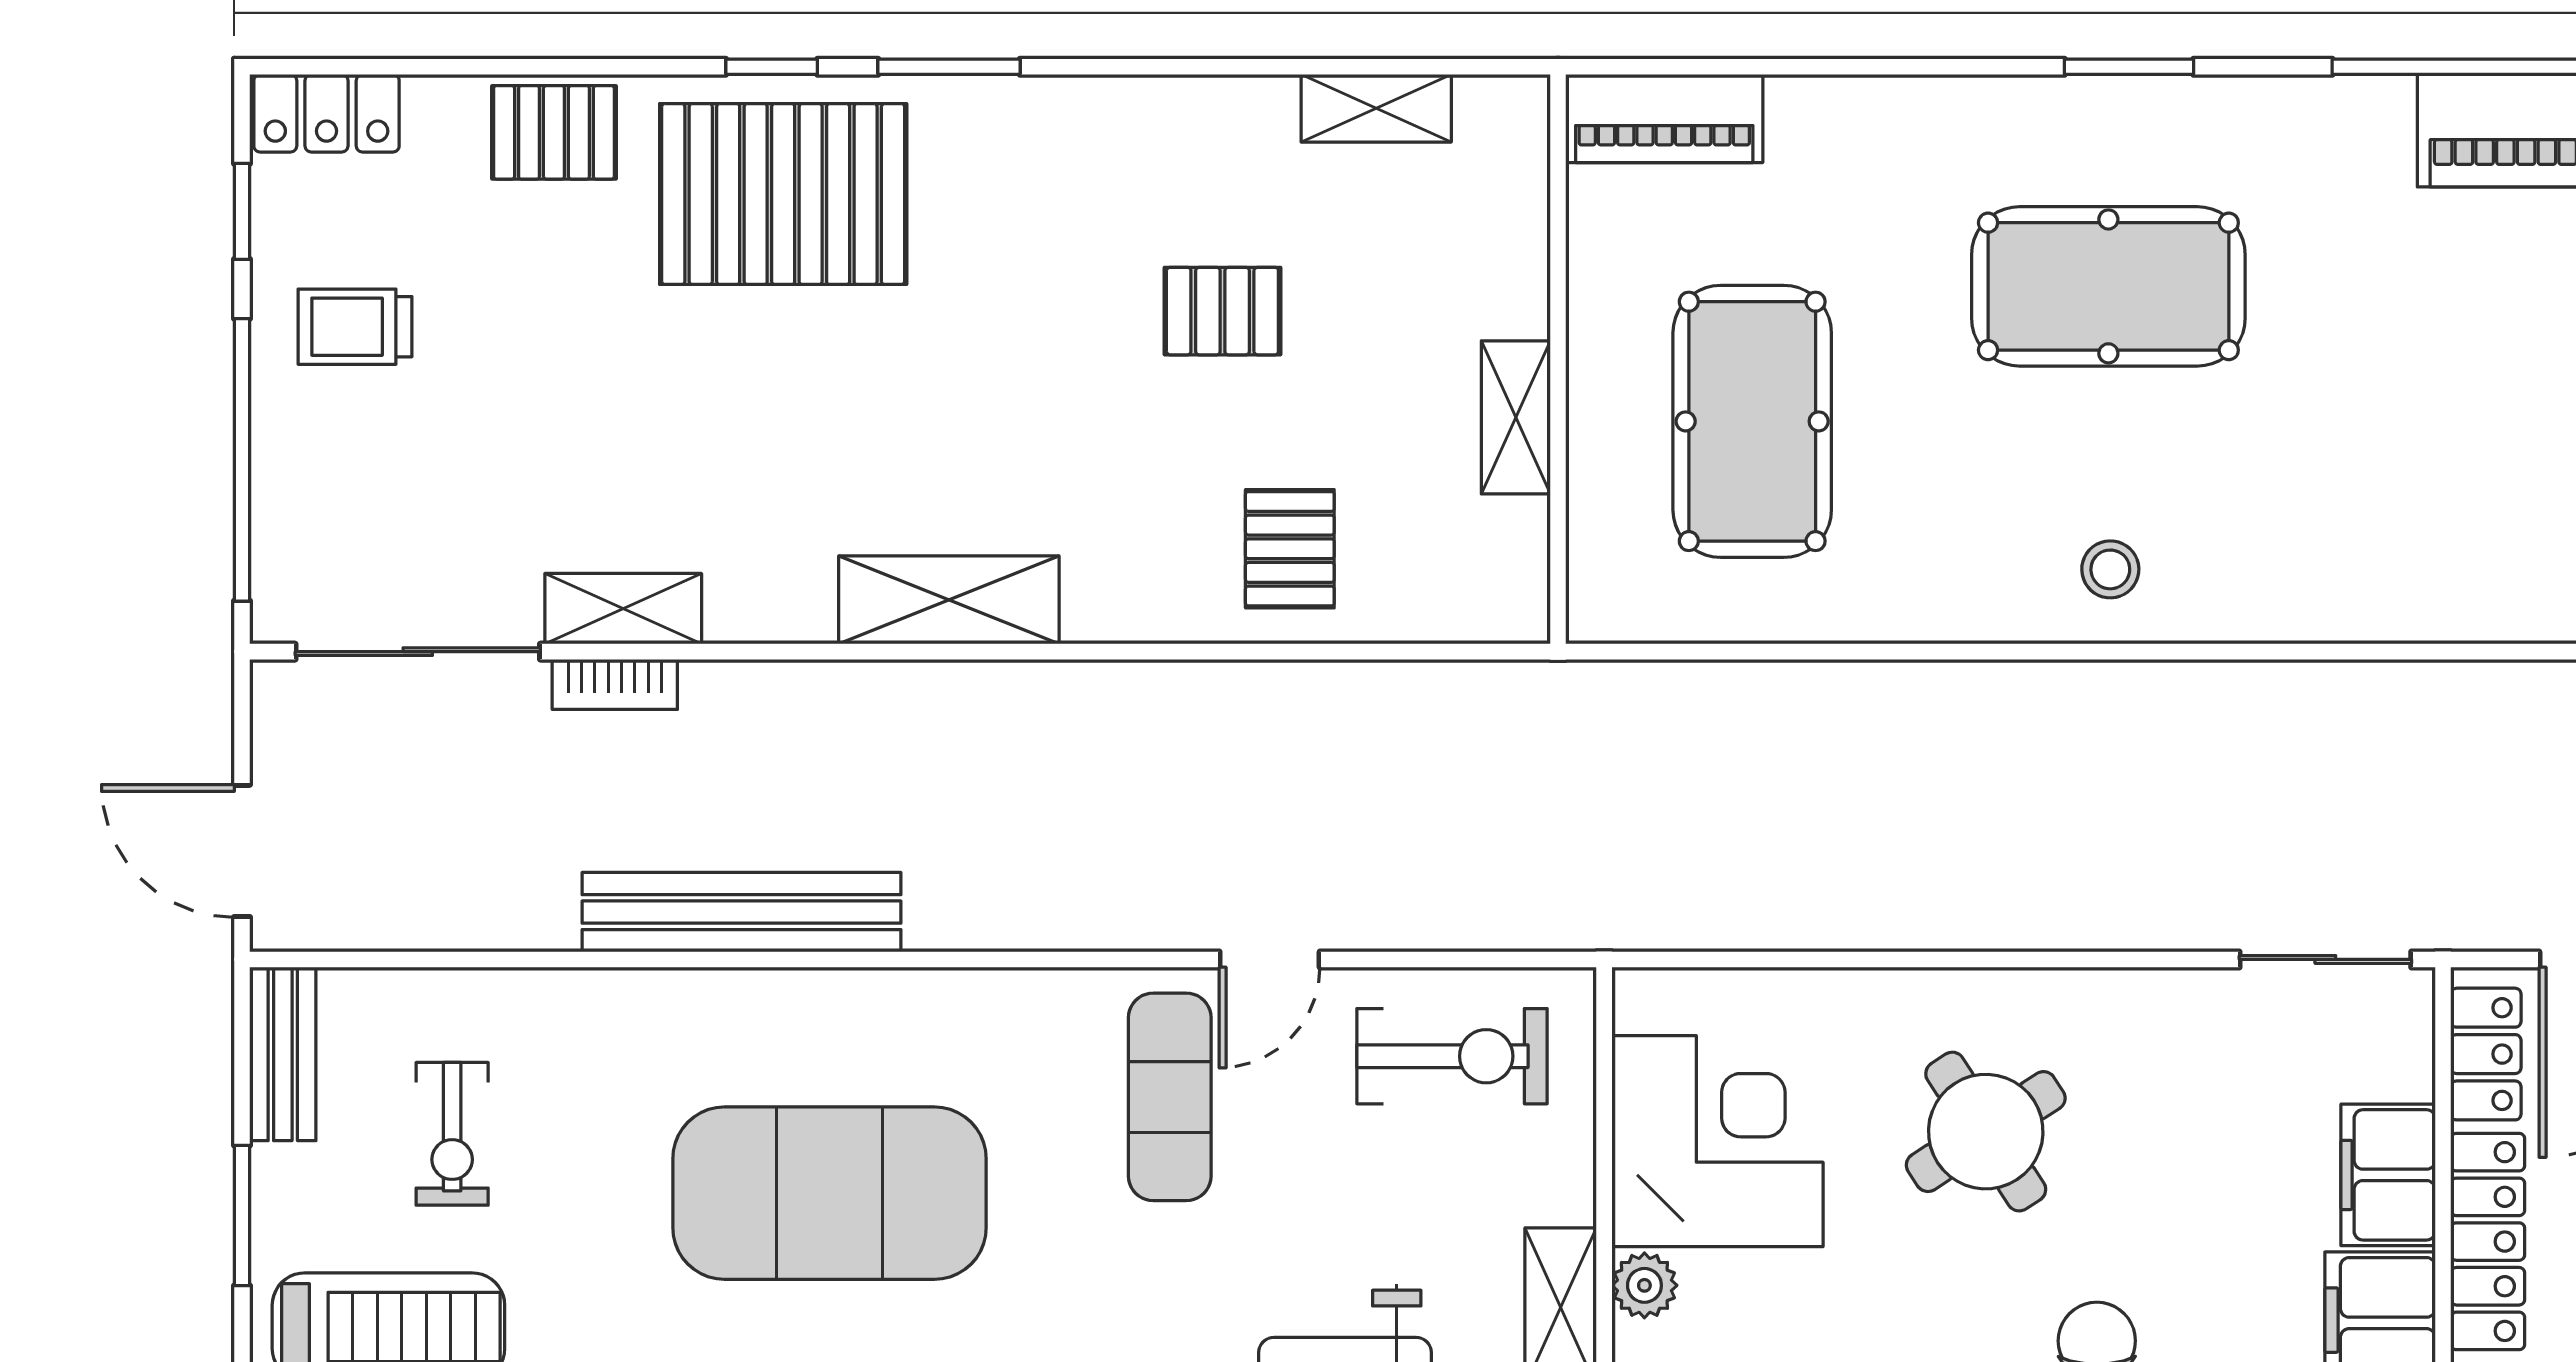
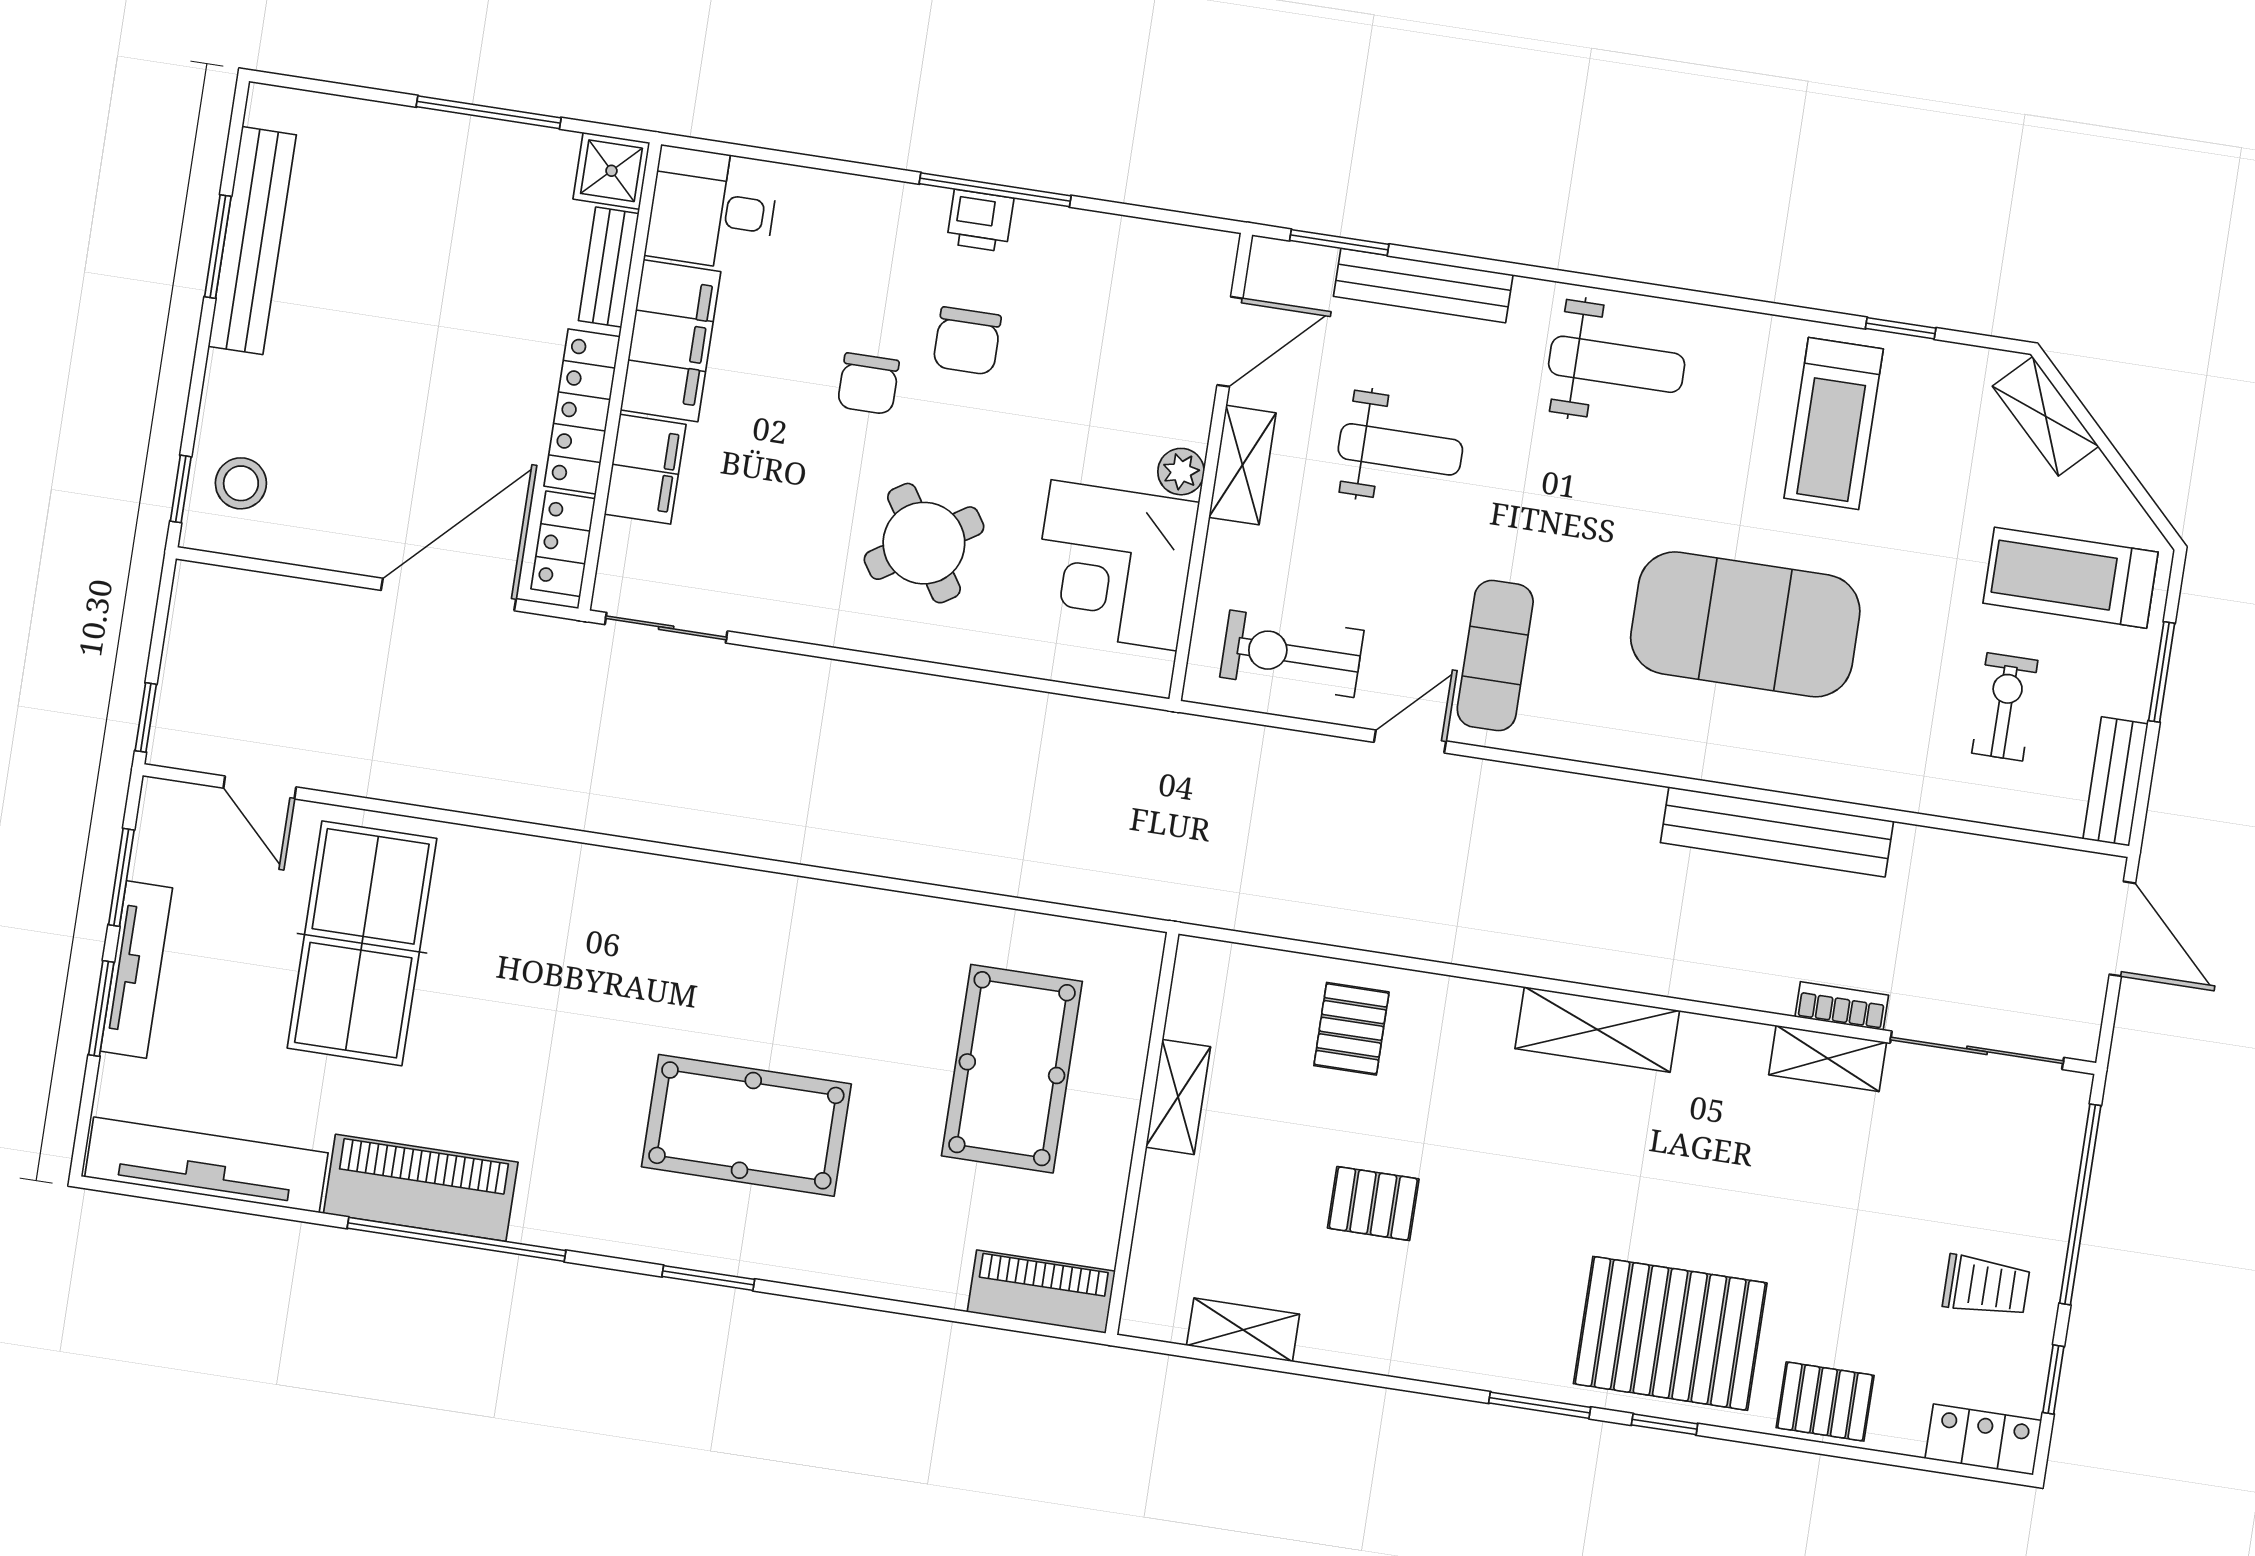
stool: (2110, 569) -> (776, 926), removed

